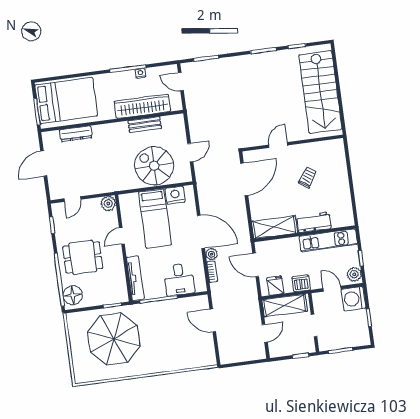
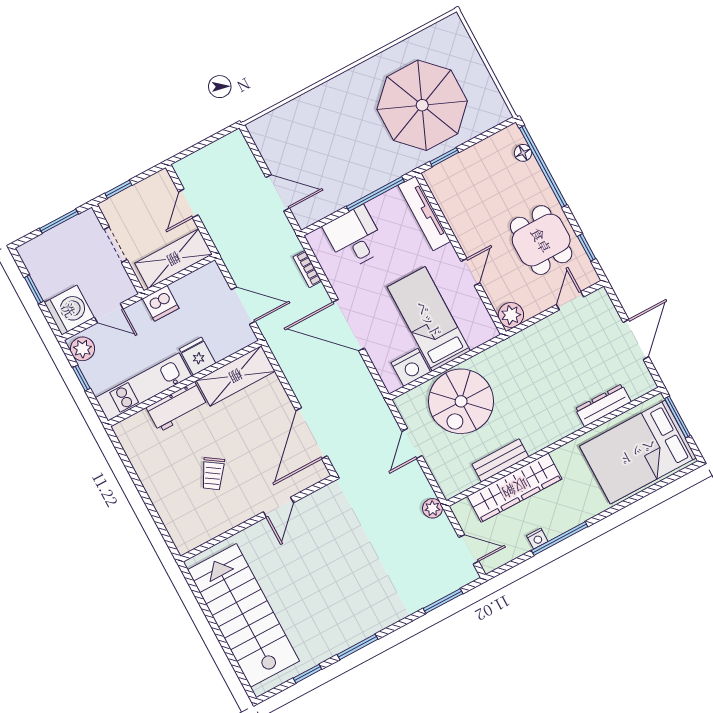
spiral stairs: (154, 166) -> (461, 401), turned 90
plant: (212, 254) -> (432, 508), moved
dining table: (83, 257) -> (541, 240), moved, turned 90
fridge: (275, 286) -> (197, 356), moved, turned 180
floor lamp: (73, 295) -> (523, 153), width x0.53, depth x0.53

